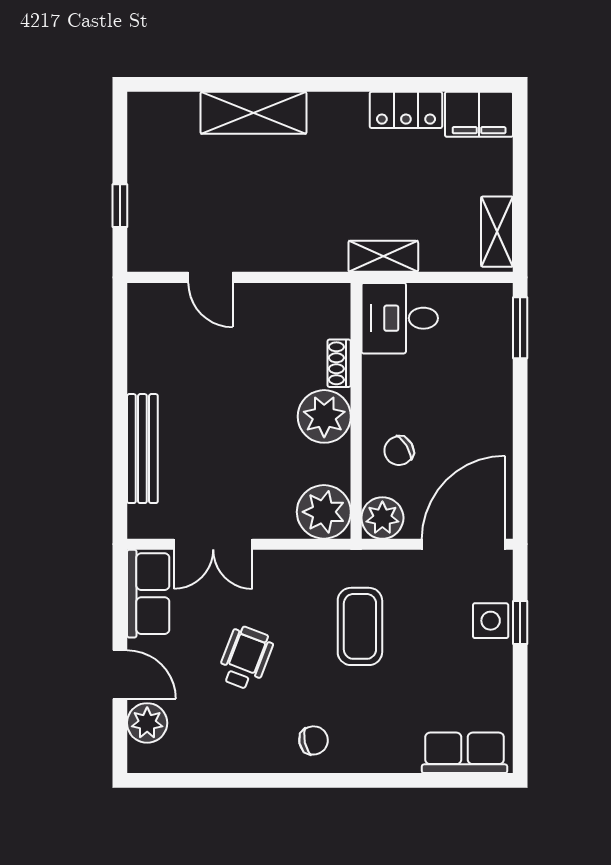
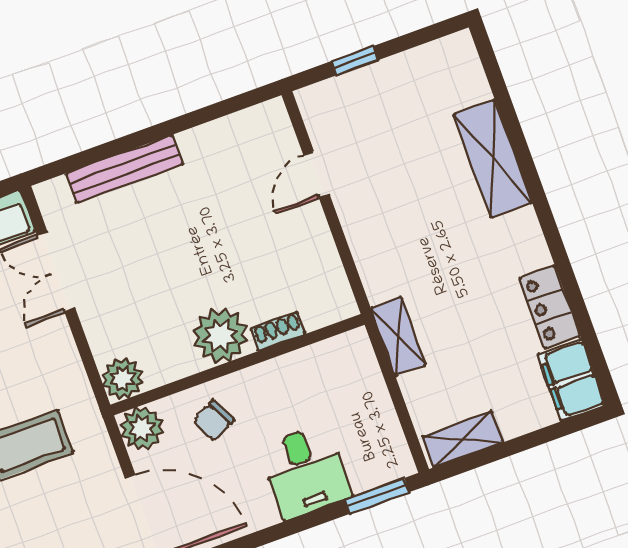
desk: (400, 318) -> (305, 472), moved, turned 180
chair: (399, 451) -> (214, 421), turned -86
plant: (324, 512) -> (122, 378), width x0.73, depth x0.73

